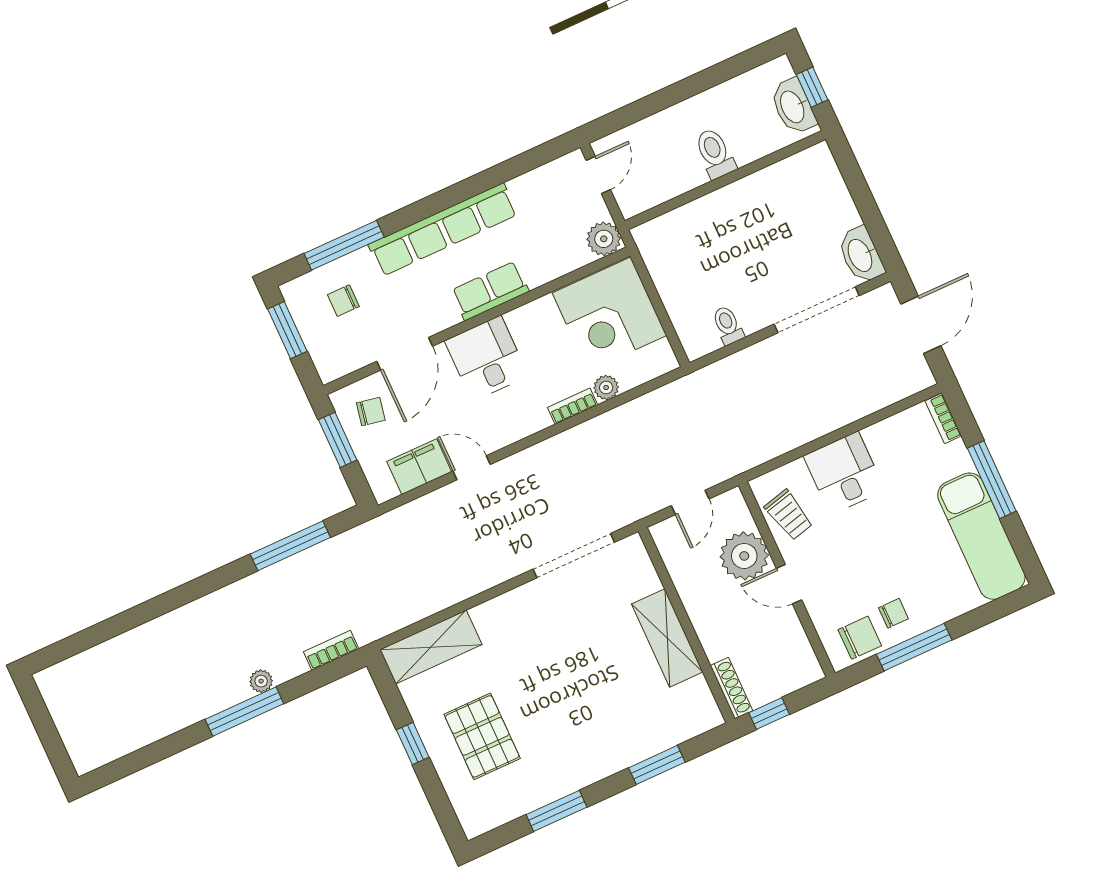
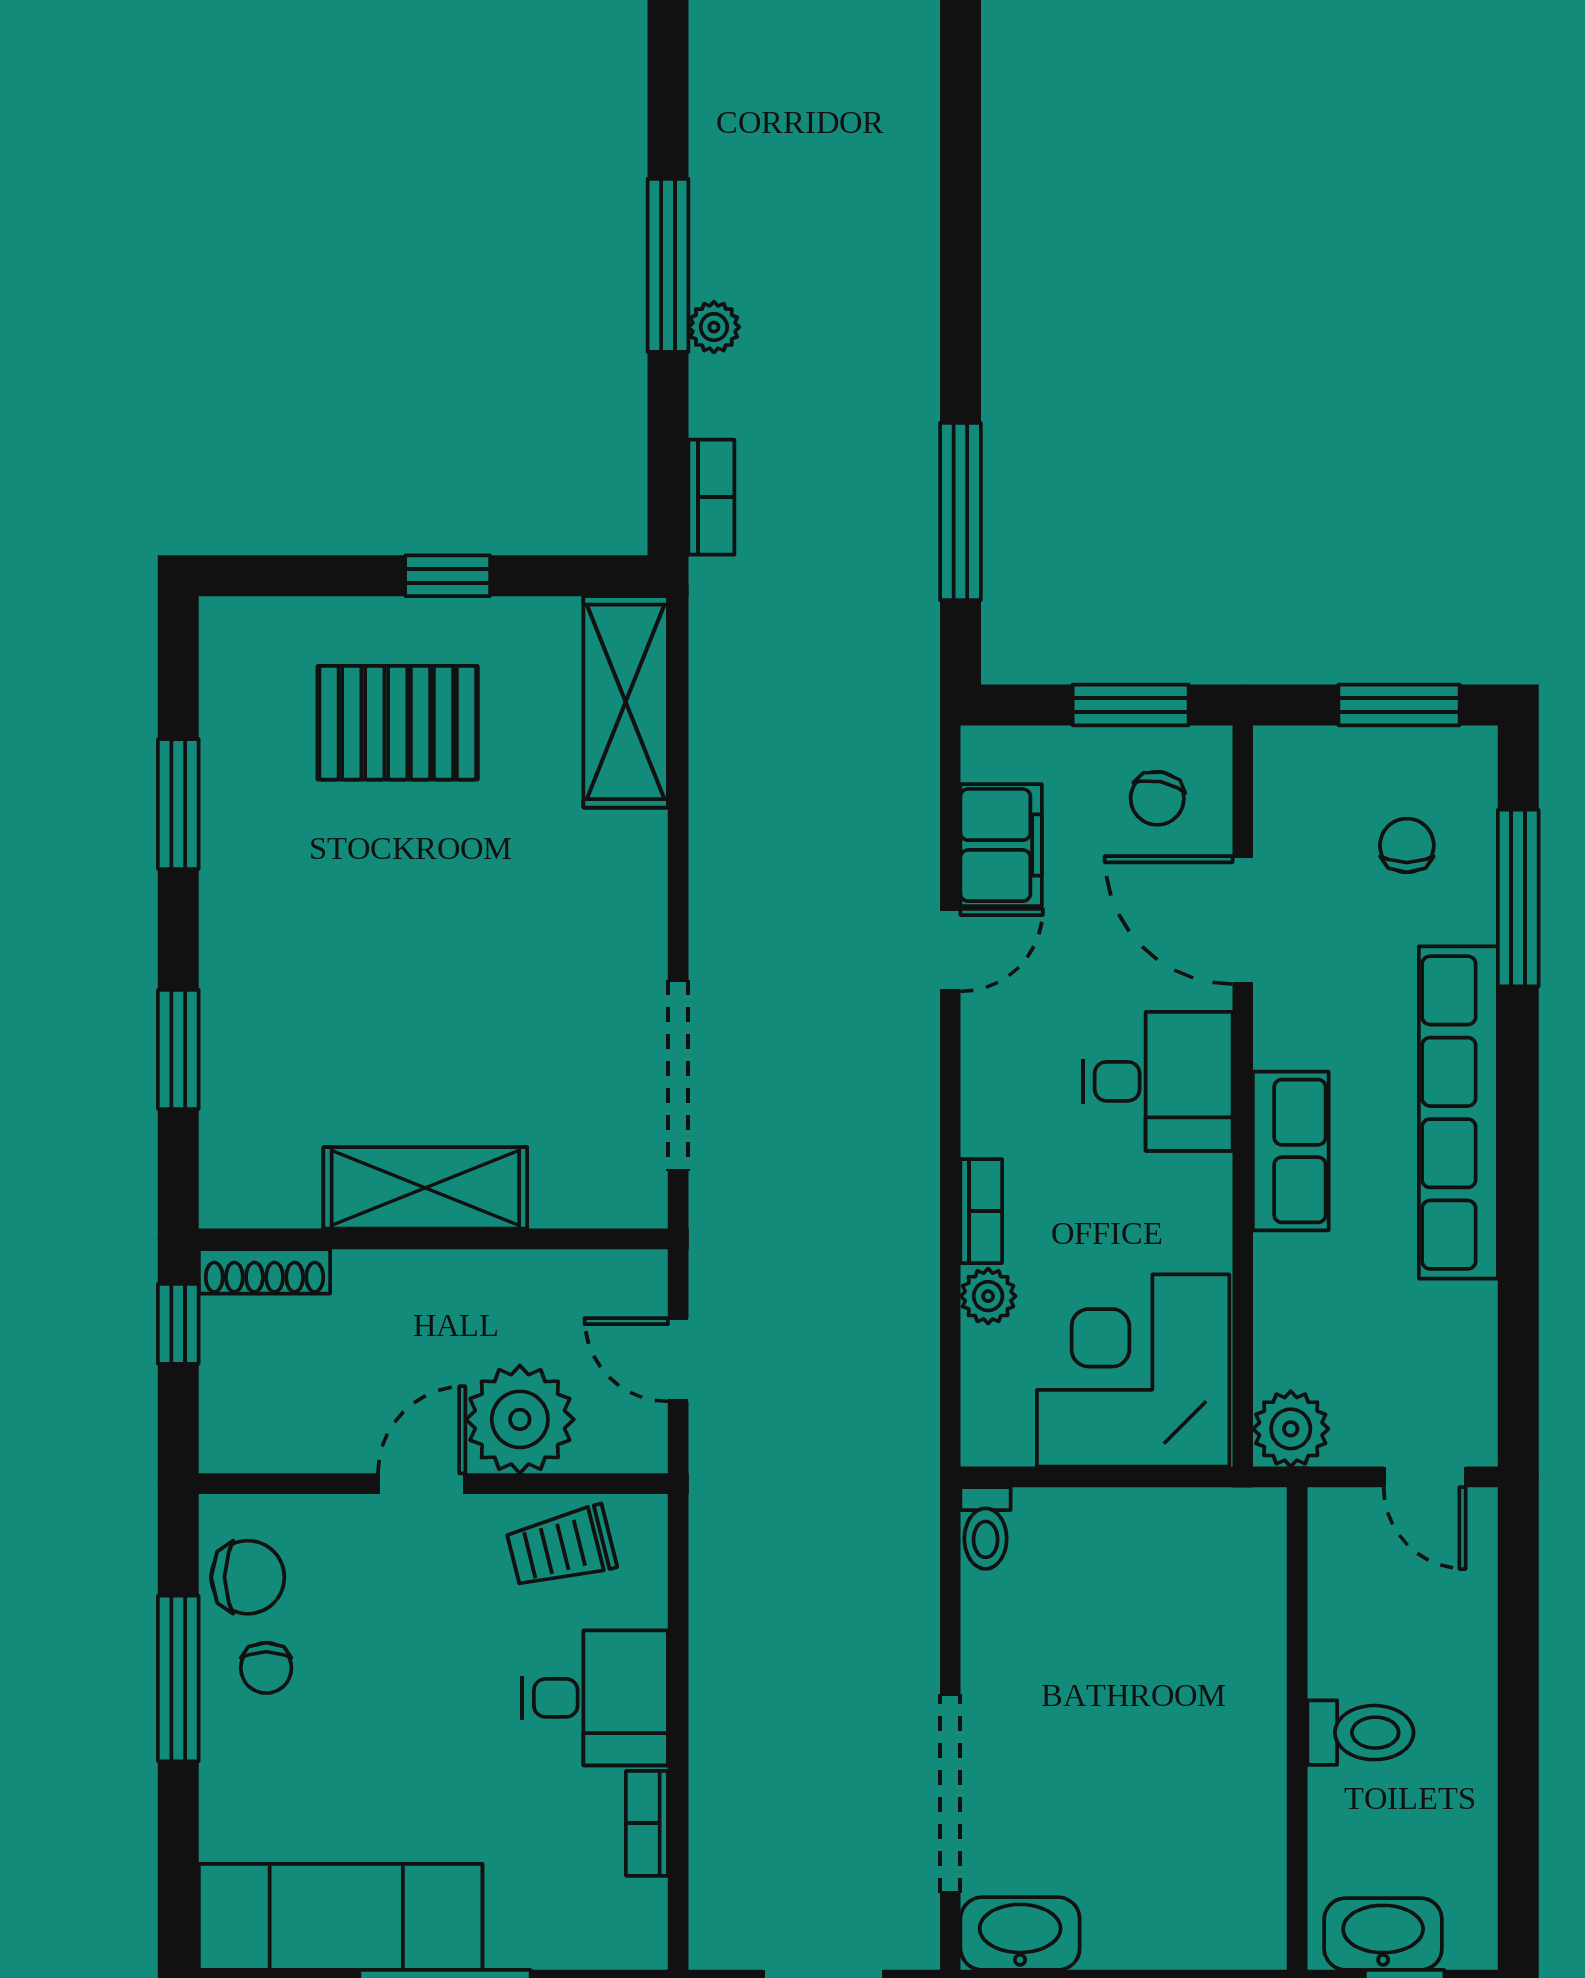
toilet: (728, 325) -> (986, 1528), moved, turned 90
bookcase: (943, 418) -> (647, 1823), moved, turned -90
chair: (860, 638) -> (248, 1577), turned -90

